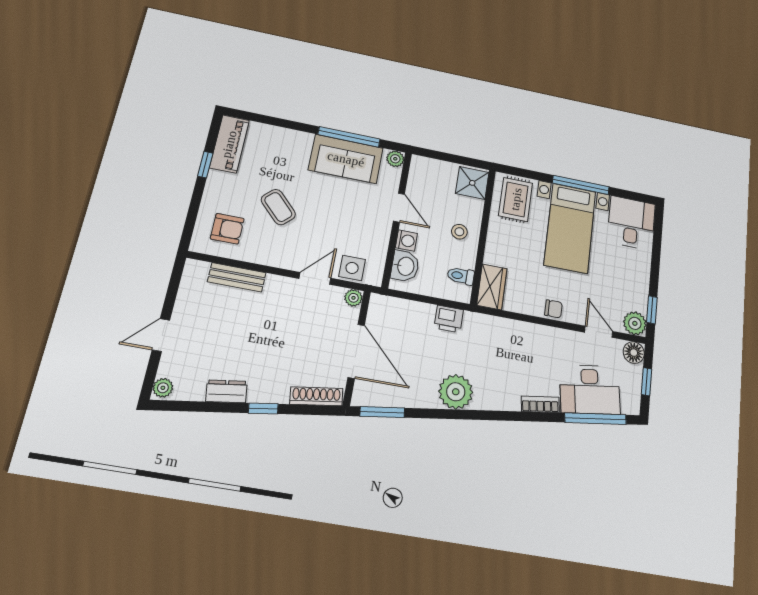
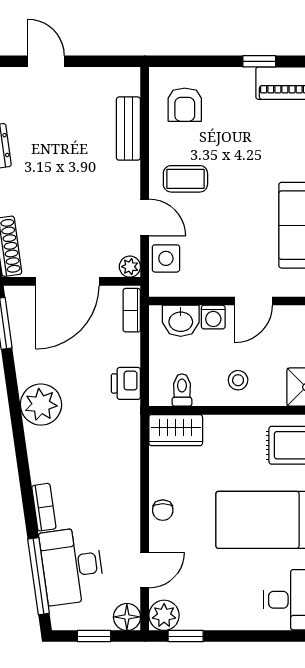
coffee table: (278, 207) -> (185, 179), moved, turned 44
bookcase: (390, 303) -> (132, 310), added

